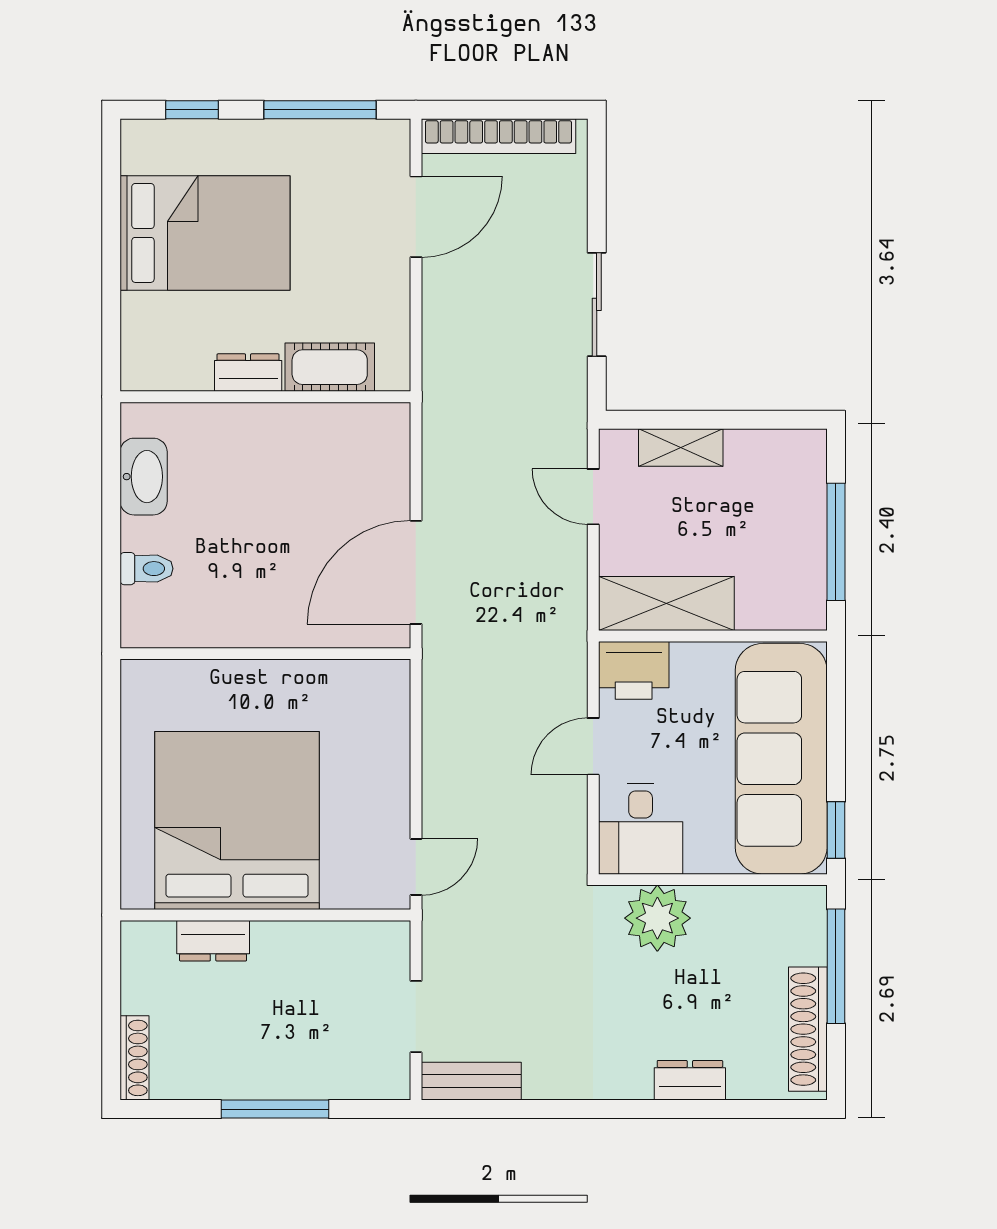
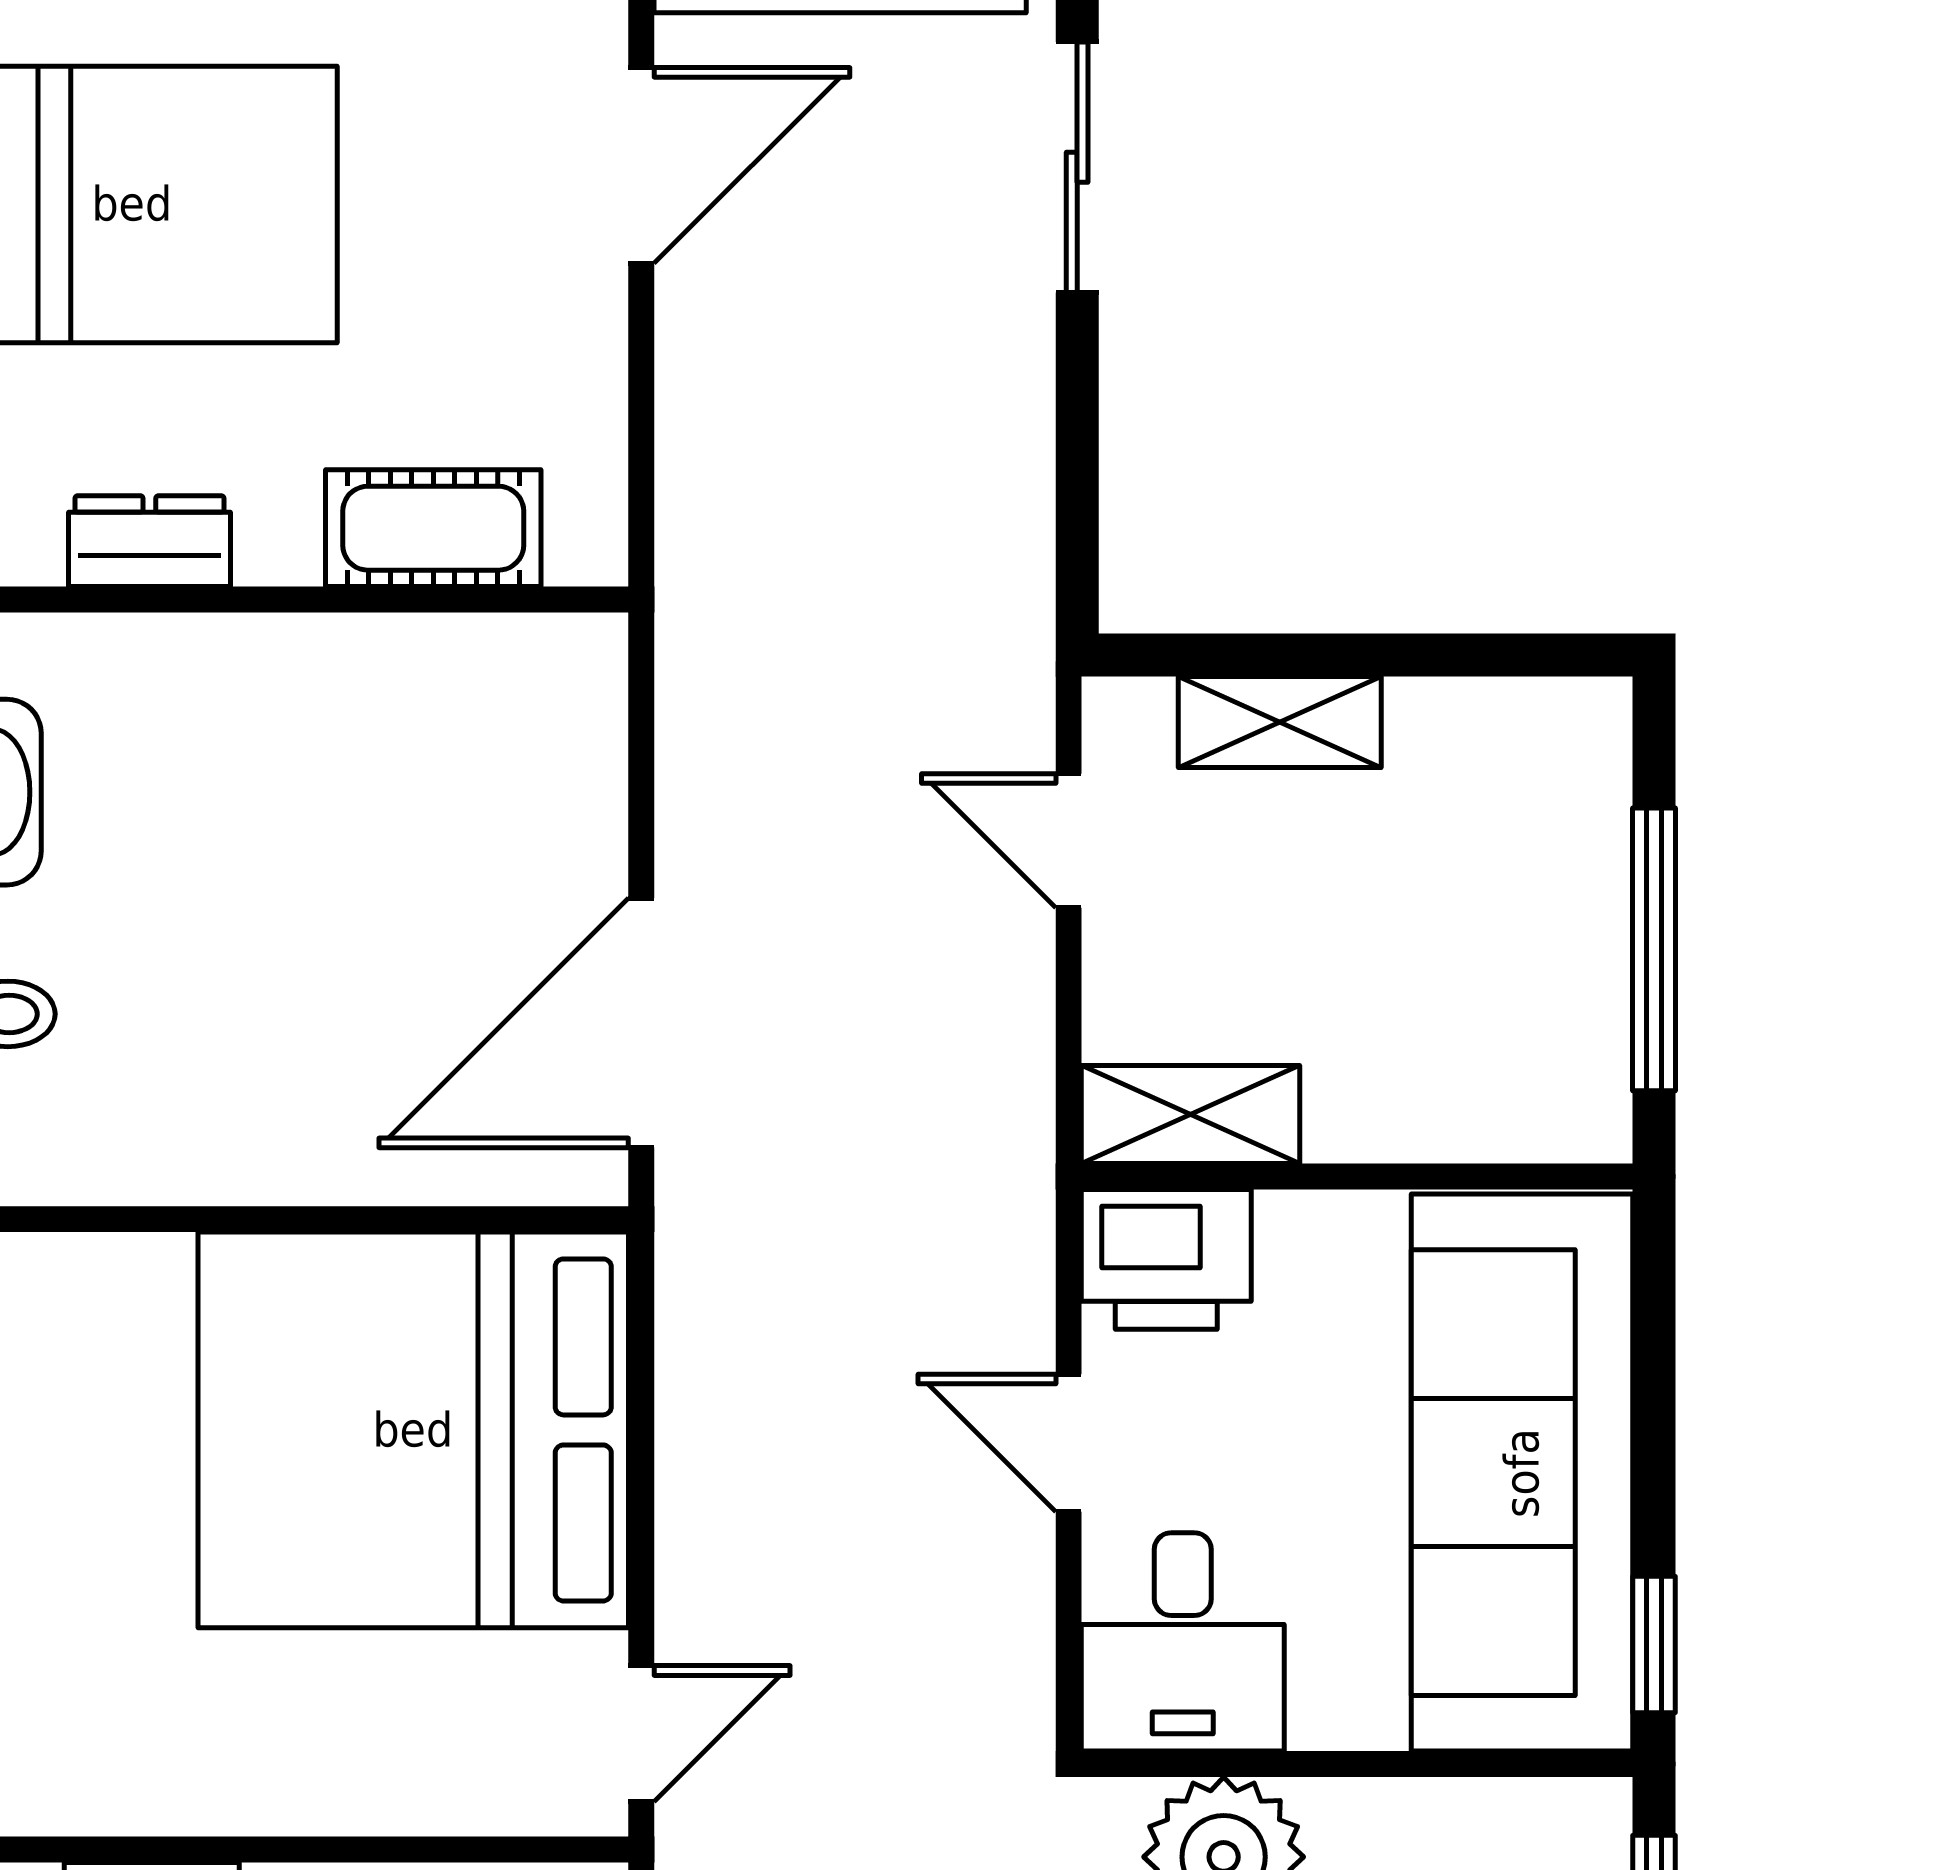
sliding door: (597, 304) -> (1077, 167), moved
dresser: (248, 373) -> (149, 541), moved
shelving: (666, 603) -> (1191, 1115), width x0.67, depth x0.75
door: (593, 746) -> (1069, 1443), hinge flipped
bed: (237, 821) -> (413, 1430), moved, turned -90

